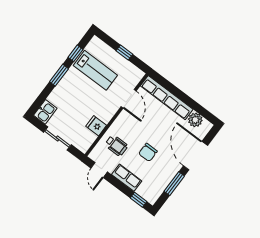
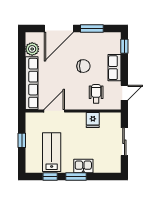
kitchen sink: (45, 112) -> (83, 166), moved

